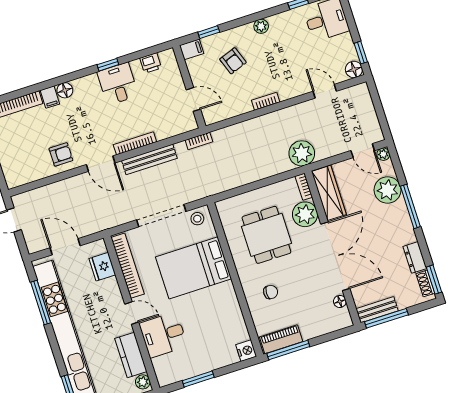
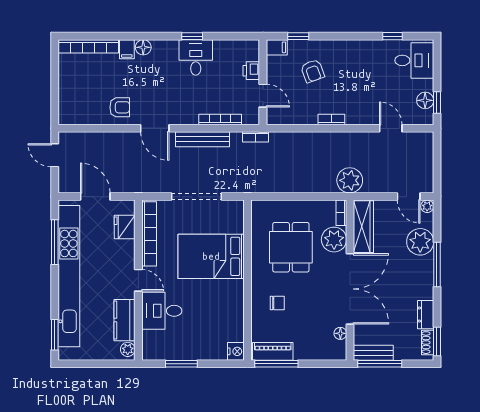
plant: (261, 26) -> (350, 47), removed
printer: (151, 63) -> (251, 71), moved, turned 90
floor lamp: (354, 69) -> (425, 100), moved
bookcase: (135, 143) -> (220, 119), moved
stool: (197, 219) -> (230, 211), removed

